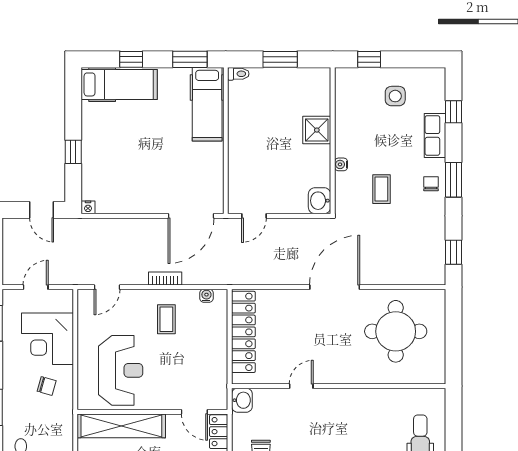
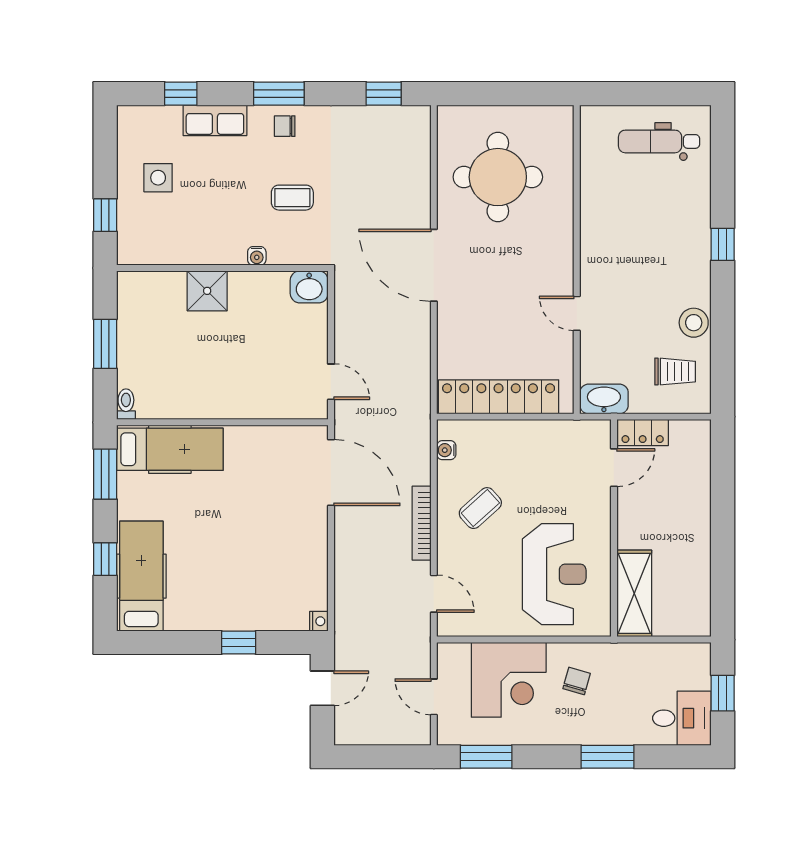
bookcase: (165, 279) -> (422, 523), width x1.56
coffee table: (166, 319) -> (480, 508), turned -42
reception desk: (121, 370) -> (554, 574), turned 90
washbasin: (242, 400) -> (604, 399), width x1.38
shelving: (121, 426) -> (634, 593), width x0.68

